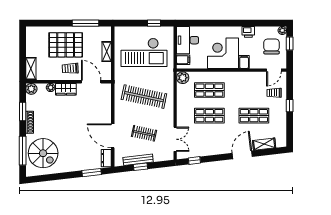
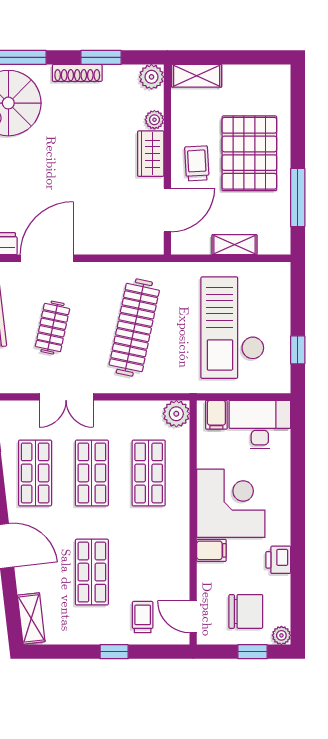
double door: (175, 139) -> (66, 397), moved
shop shelf: (209, 141) -> (35, 473), added
shelving: (264, 144) -> (31, 618), moved

